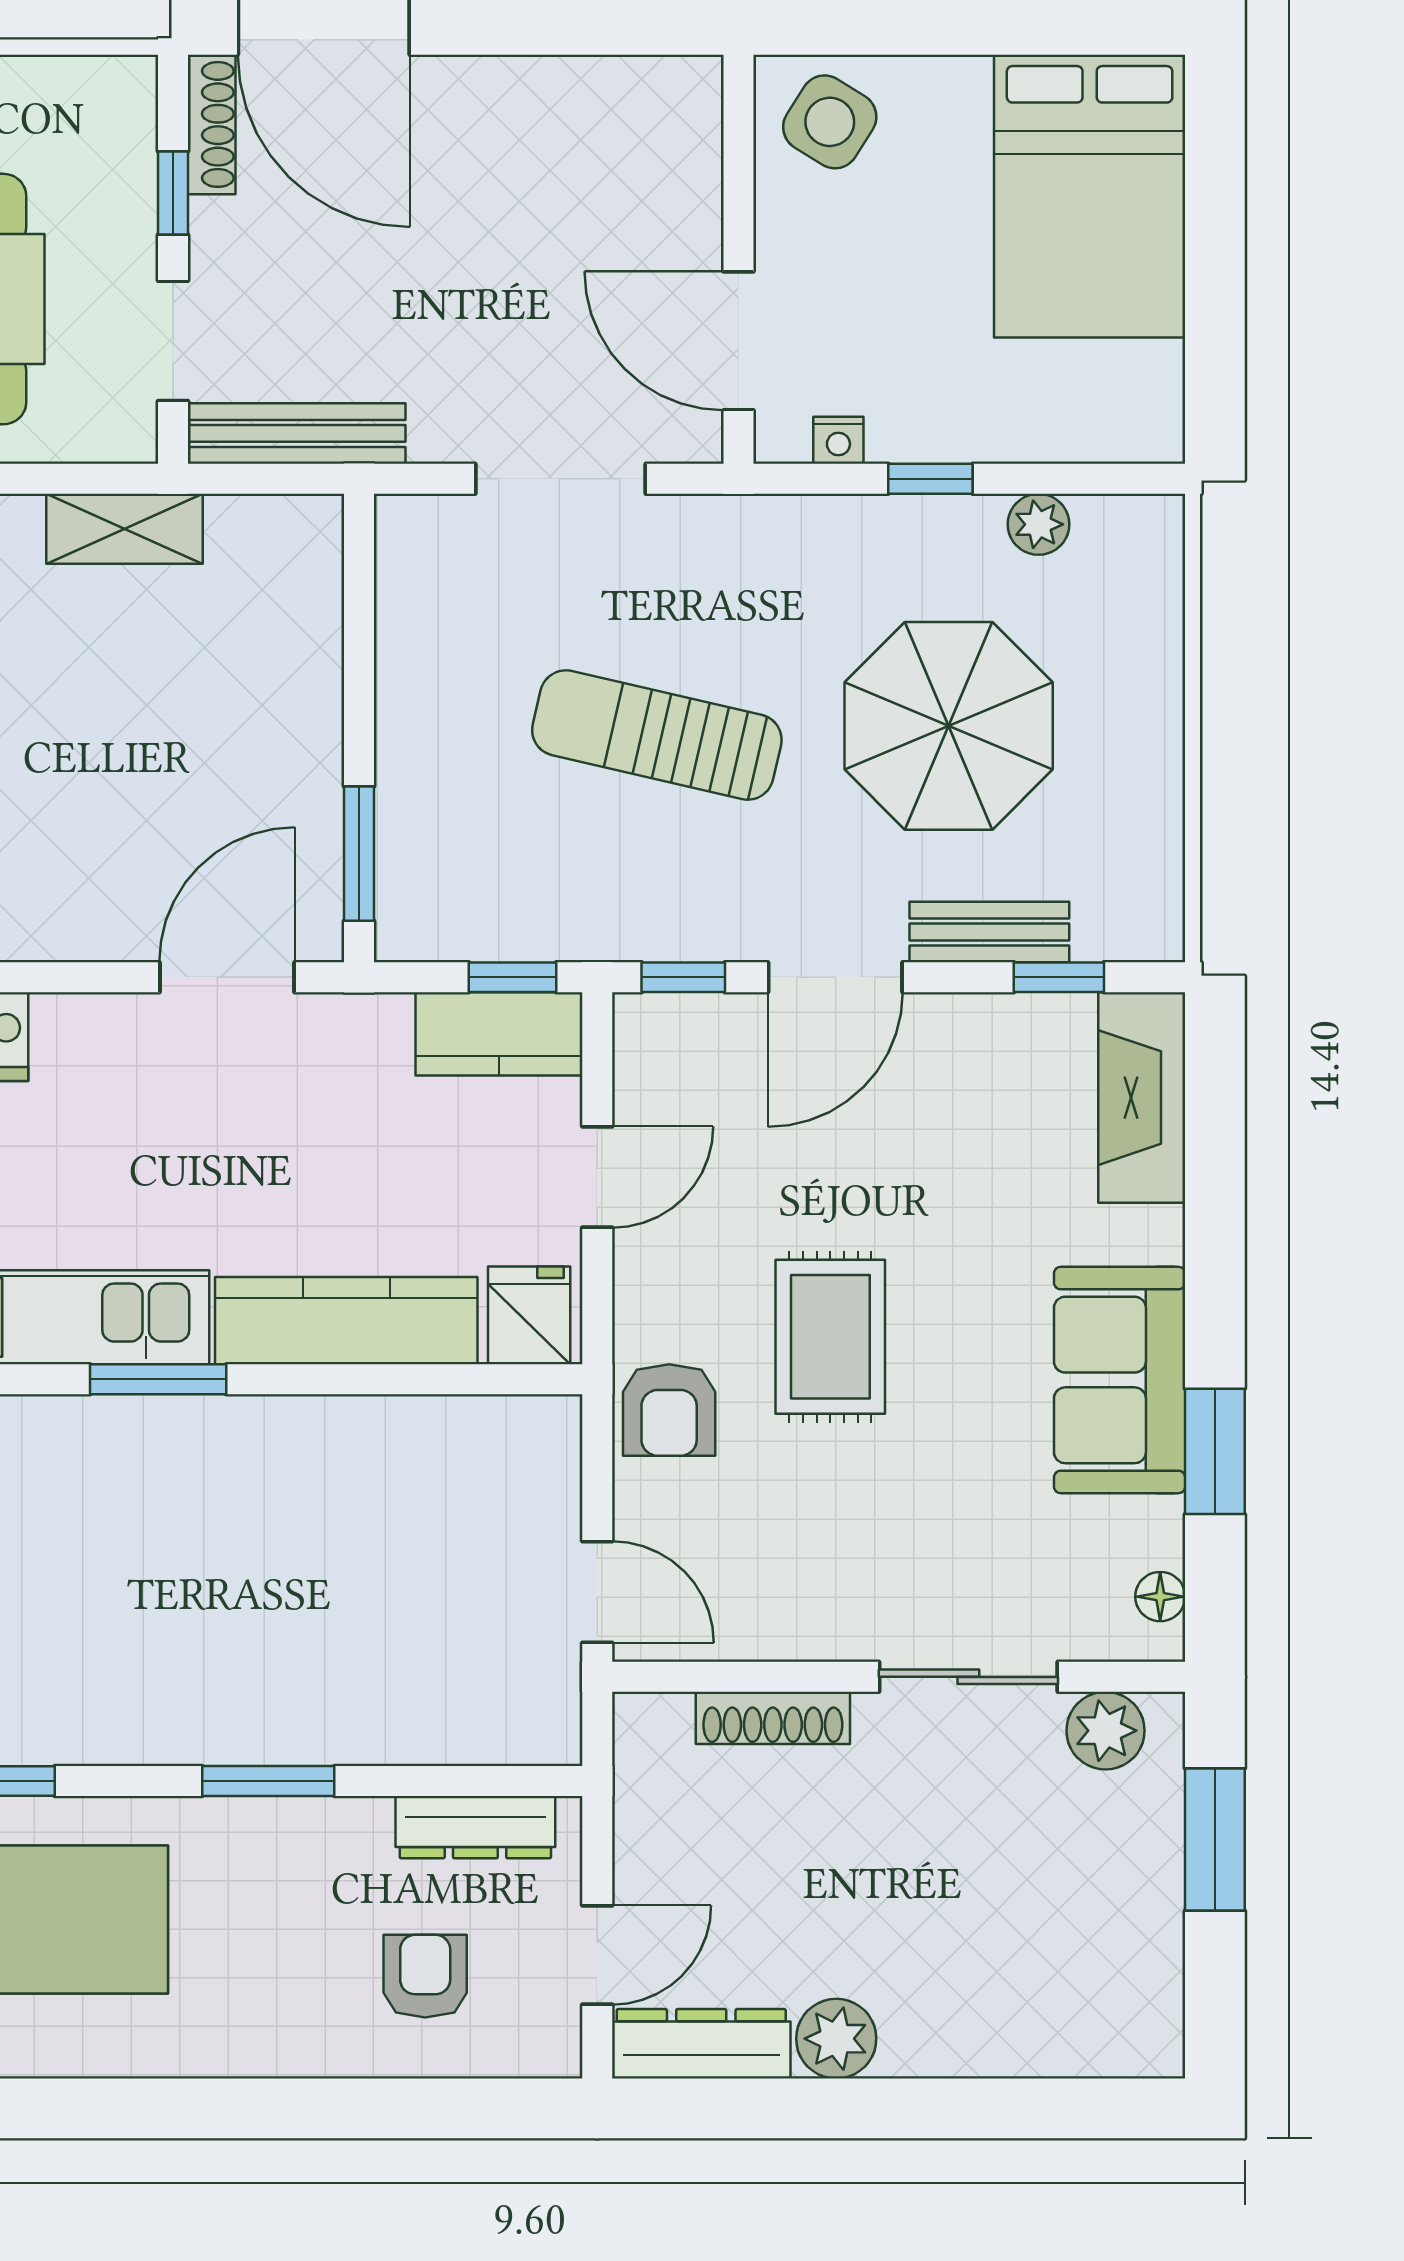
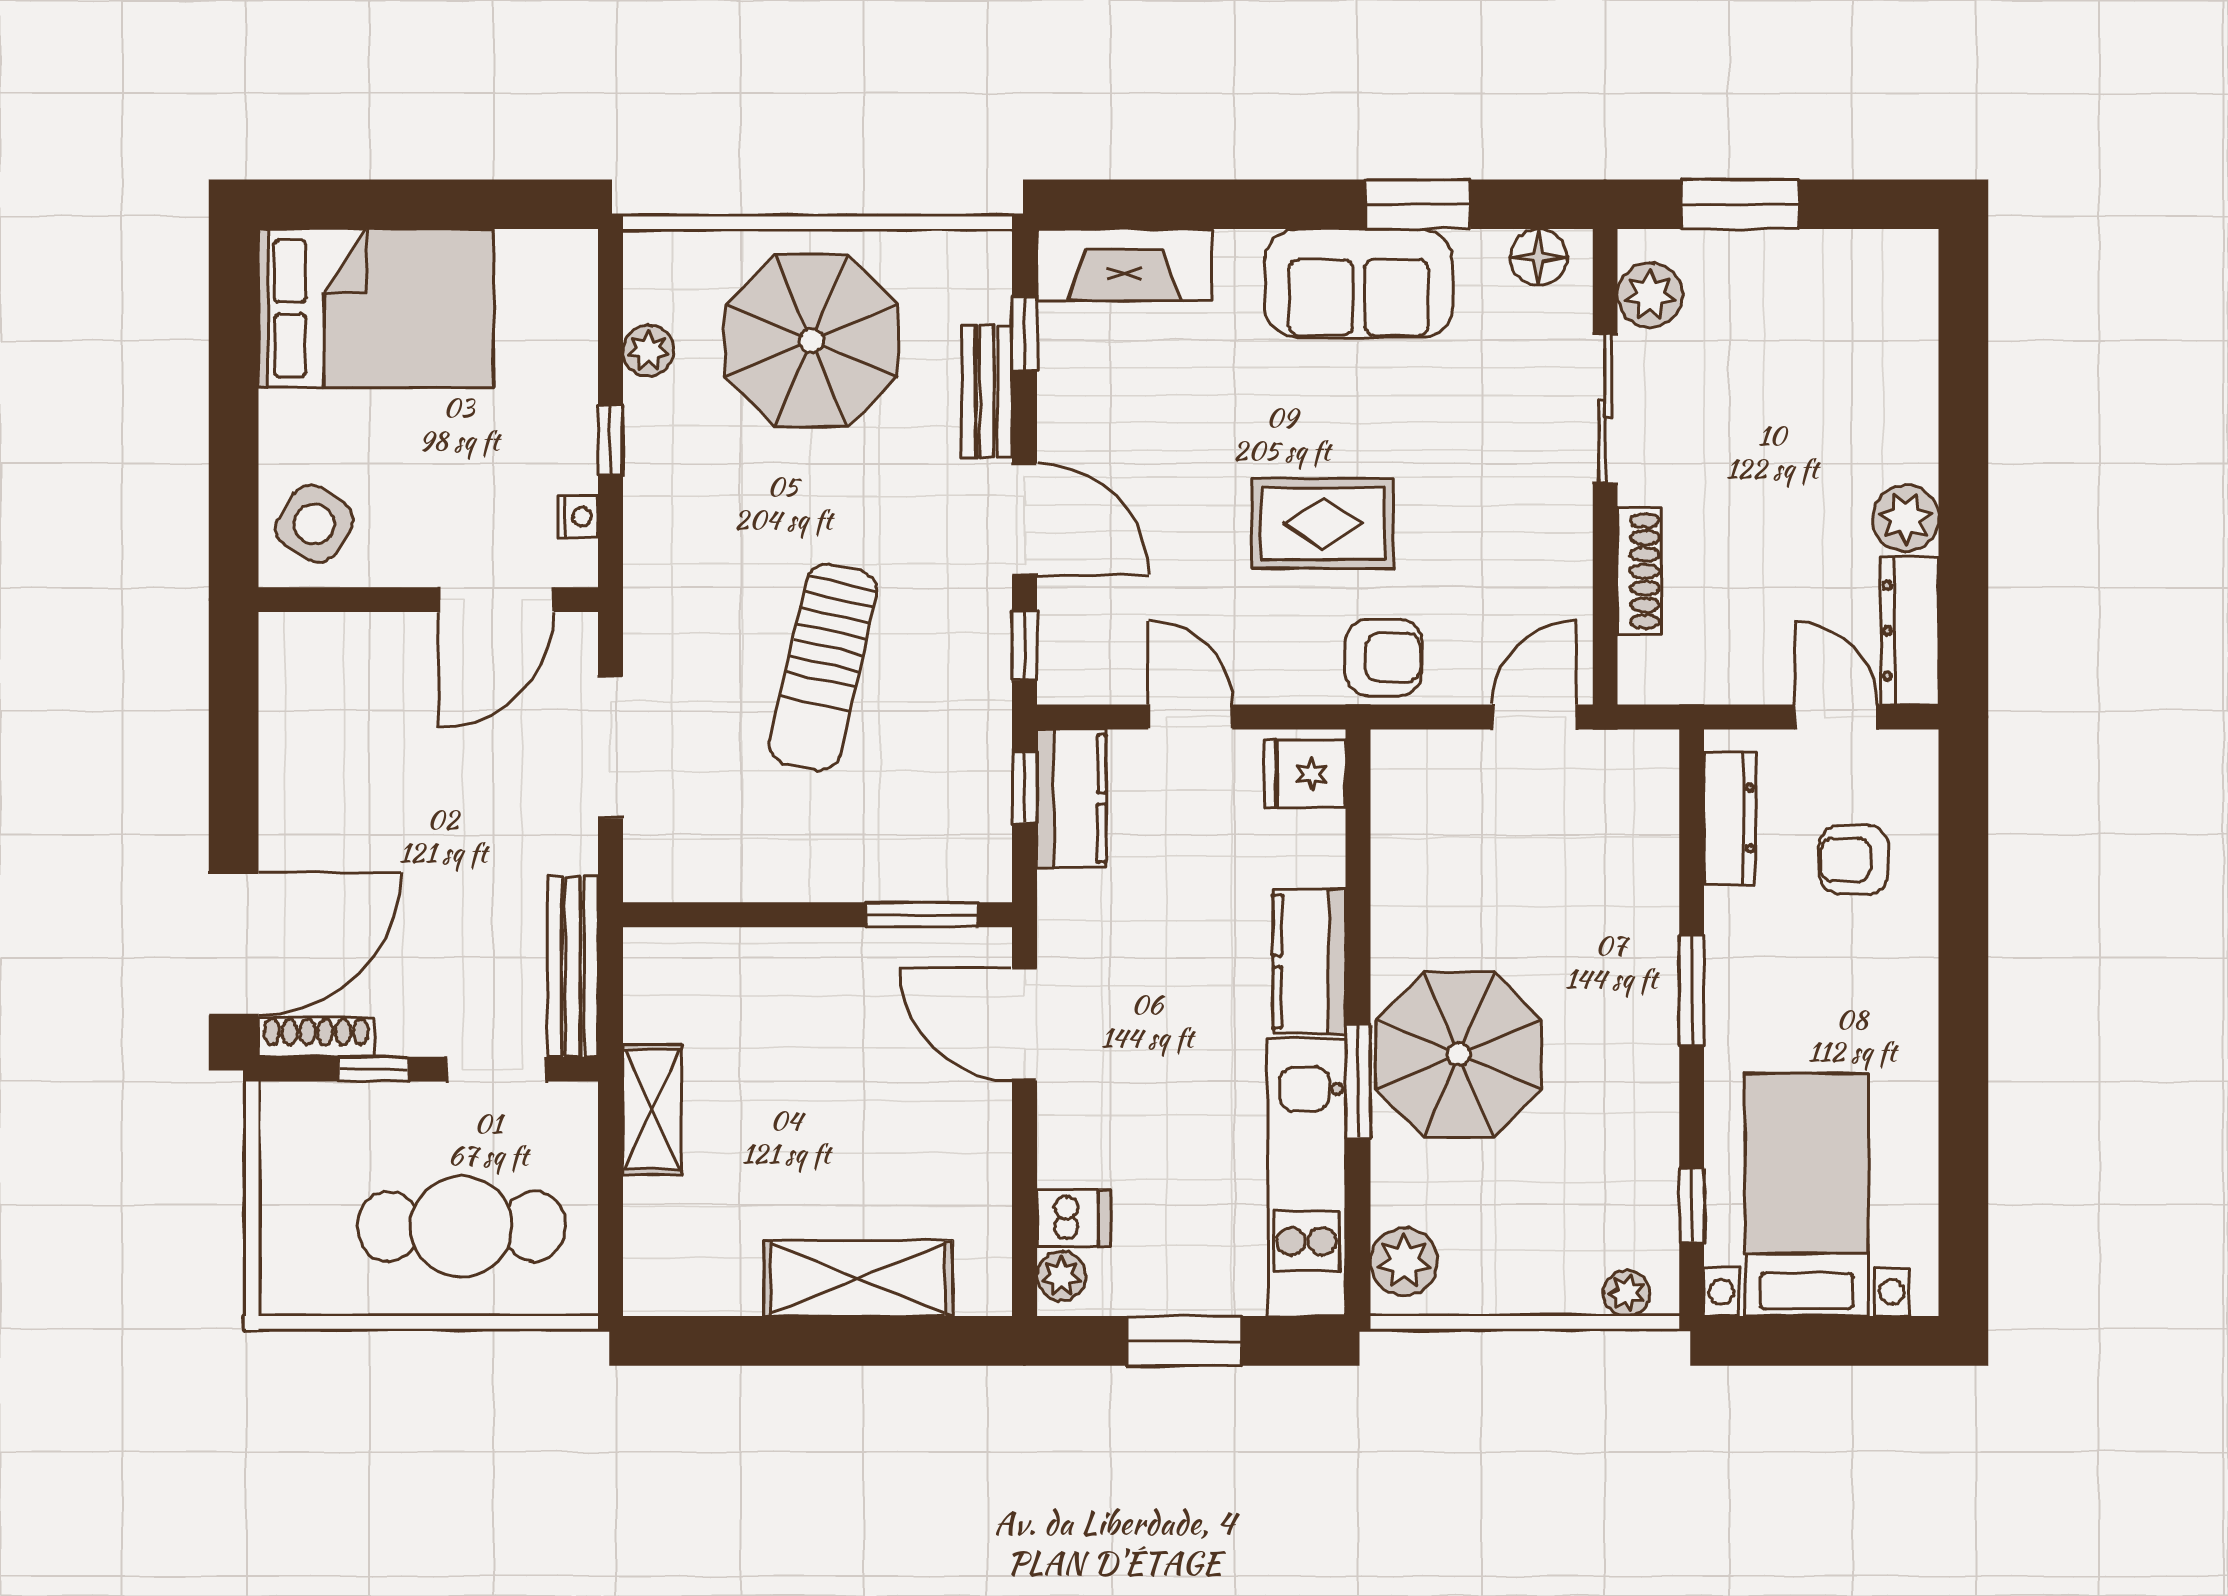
parasol: (949, 726) -> (812, 341), moved
kitchen counter: (346, 1321) -> (1309, 962), width x0.67
parasol: (191, 1500) -> (1459, 1054), added
floor lamp: (1160, 1597) -> (1539, 257), width x1.37, depth x1.37

